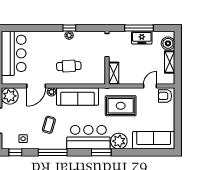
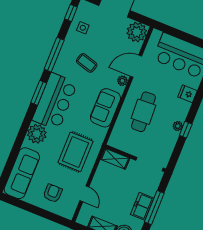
fridge: (41, 38) -> (188, 94), added
cafe table: (69, 66) -> (143, 112), width x1.37, depth x1.35
door: (36, 86) -> (136, 66), hinge flipped
sofa: (78, 96) -> (105, 108), width x0.73
armchair: (165, 96) -> (53, 193), moved
window: (101, 152) -> (39, 93), moved

